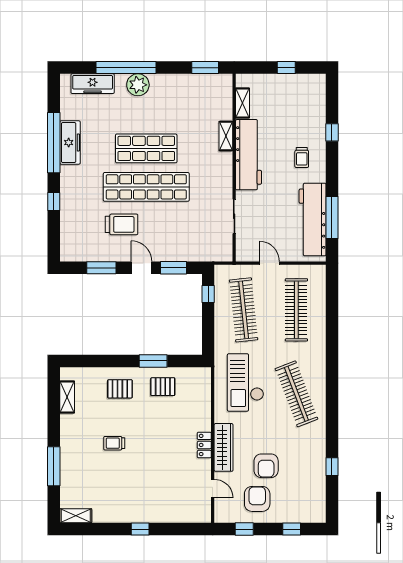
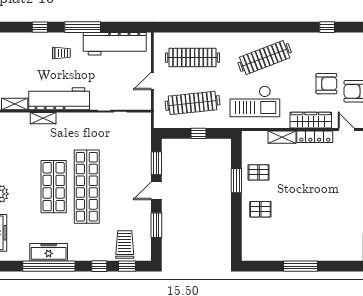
window: (332, 217) -> (83, 27), moved
trolley: (122, 224) -> (125, 245), moved
window: (54, 234) -> (127, 266), added
window: (208, 294) -> (199, 133), moved
pallet: (163, 387) -> (259, 172), turned 90
pallet: (120, 389) -> (260, 209), turned 90
shelving: (67, 397) -> (282, 137), moved
trolley: (114, 443) -> (307, 214), removed
locker: (204, 445) -> (315, 137), width x1.53
window: (54, 466) -> (301, 266), moved
door: (213, 489) -> (346, 130), hinge flipped

